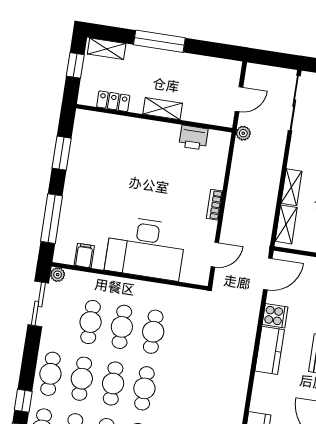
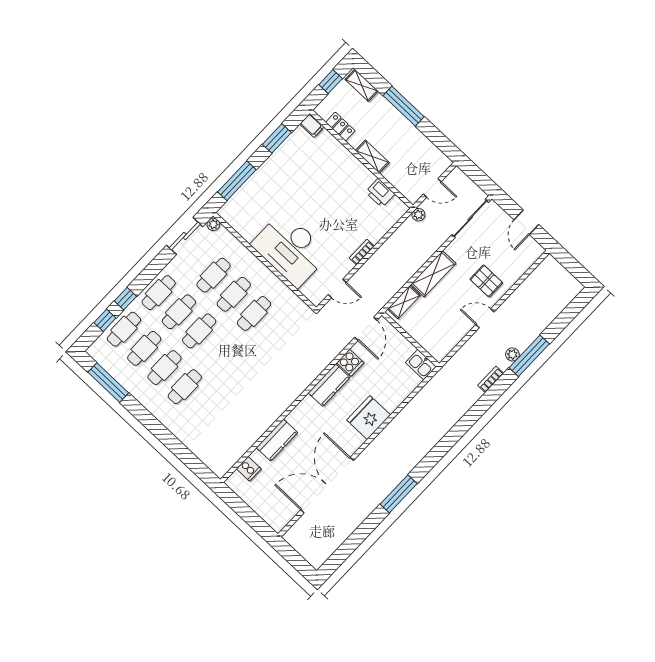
shelving: (291, 187) -> (433, 274), width x1.50, depth x1.33
filing cabinet: (84, 256) -> (312, 125), moved, turned 90
door: (268, 274) -> (366, 329), hinge flipped
cafe table: (144, 388) -> (219, 350), removed

